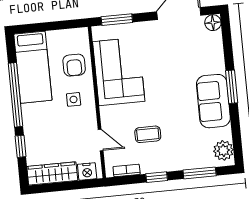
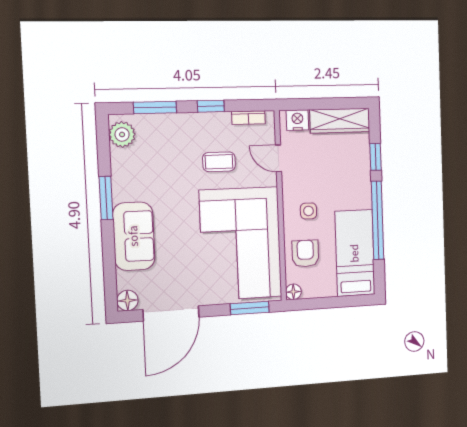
floor lamp: (82, 34) -> (293, 292), added
corner sofa: (119, 72) -> (241, 244), width x1.36, depth x1.36
window: (232, 87) -> (106, 198), moved
sofa: (213, 101) -> (134, 236), moved

